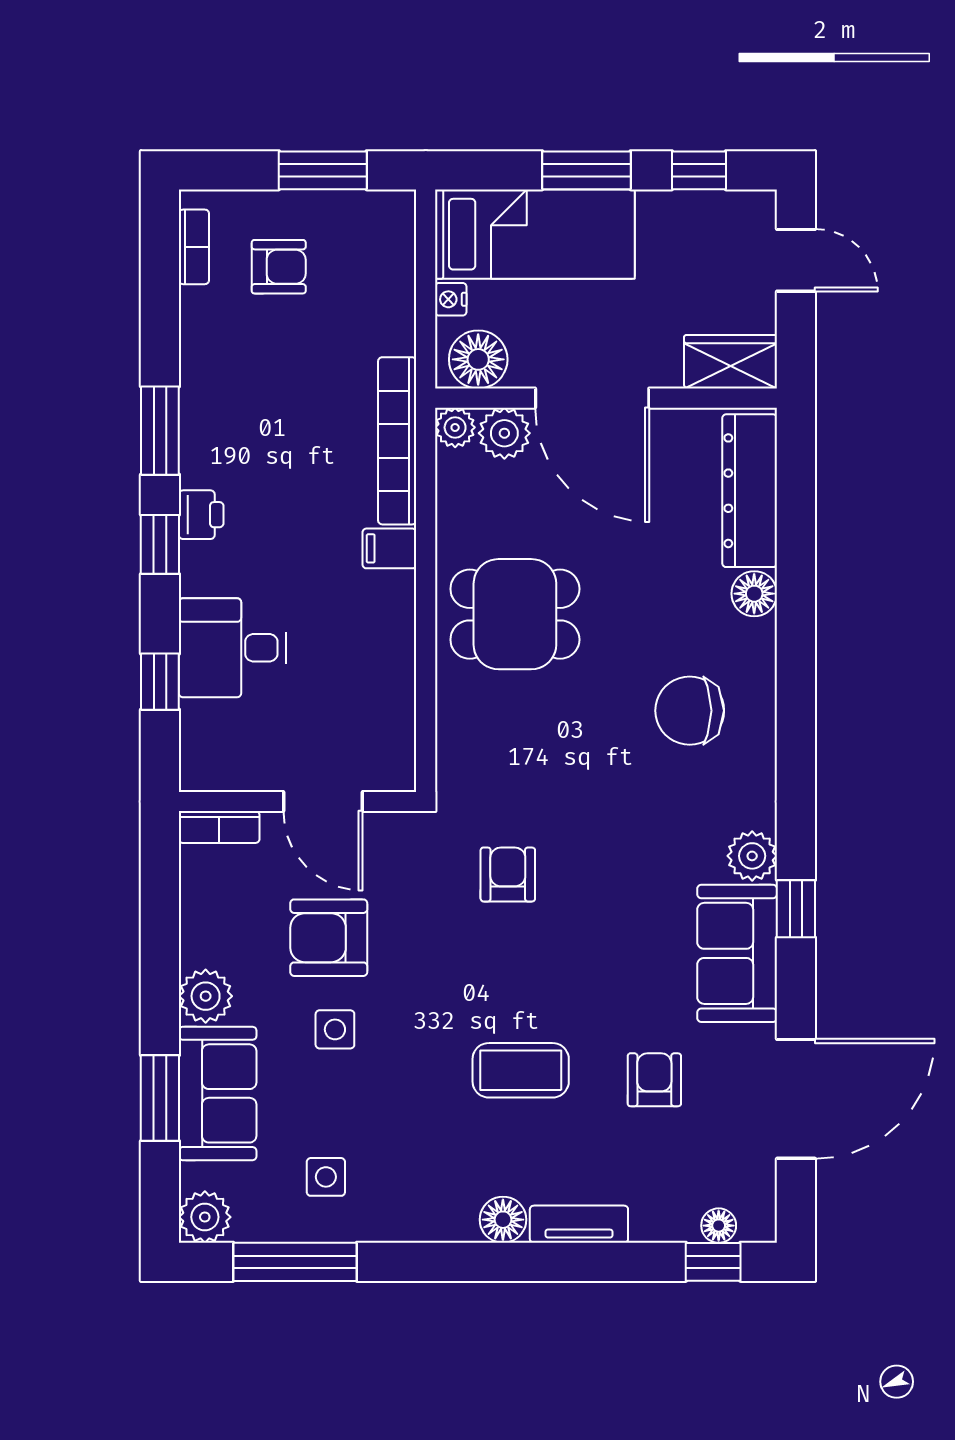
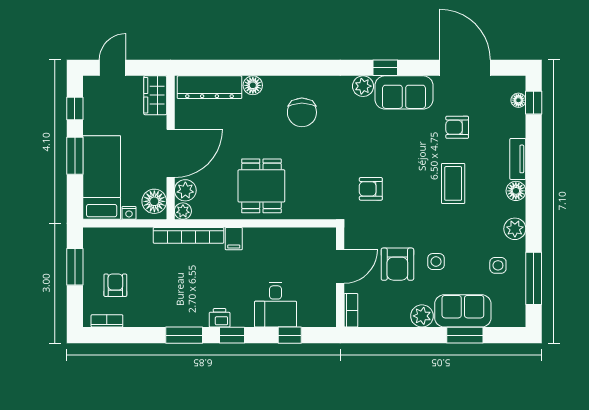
plant: (205, 1217) -> (515, 229), moved

